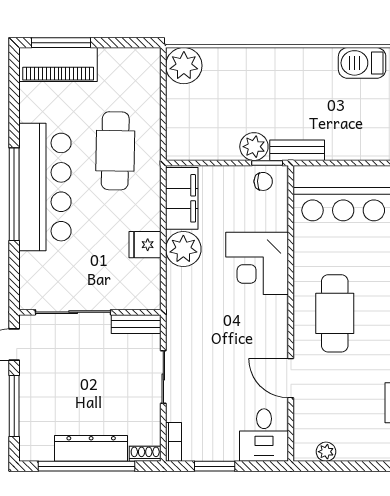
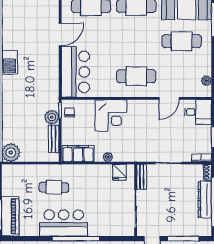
bench: (297, 150) -> (54, 139), moved
cafe table: (115, 151) -> (54, 187), width x0.73, depth x0.74
bar counter: (45, 187) -> (64, 223), width x0.73
fridge: (145, 245) -> (120, 172), moved
plant: (183, 249) -> (108, 157), width x0.53, depth x0.53

